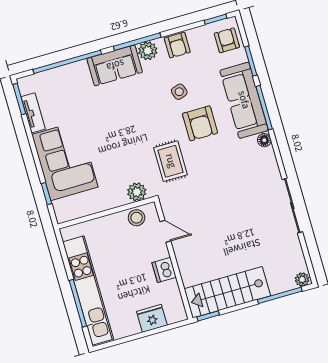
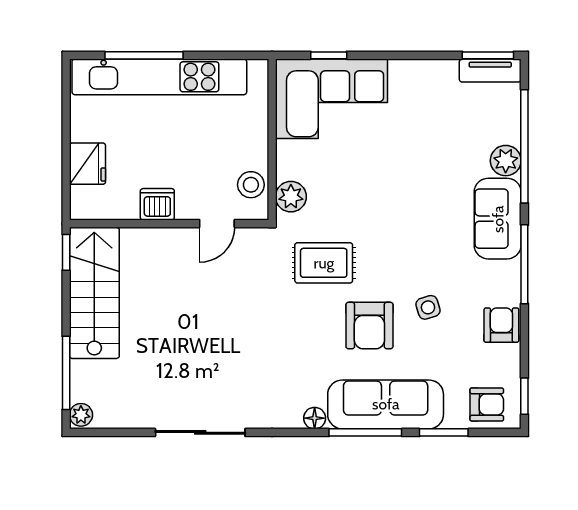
armchair: (177, 45) -> (501, 325), turned 90
plant: (148, 51) -> (506, 161), moved
tv unit: (33, 113) -> (490, 70), moved
armchair: (200, 123) -> (369, 326), turned -90
corner sofa: (65, 161) -> (331, 99), moved

